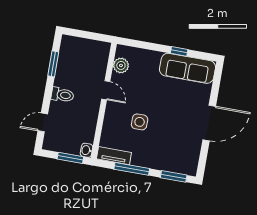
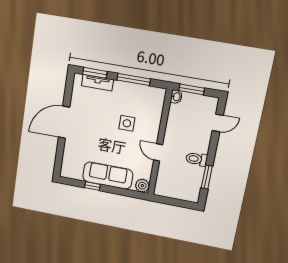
plant: (121, 65) -> (142, 186), moved
sofa: (187, 68) -> (108, 176), moved
toilet: (62, 95) -> (196, 159), moved
tv unit: (114, 156) -> (97, 83), moved

